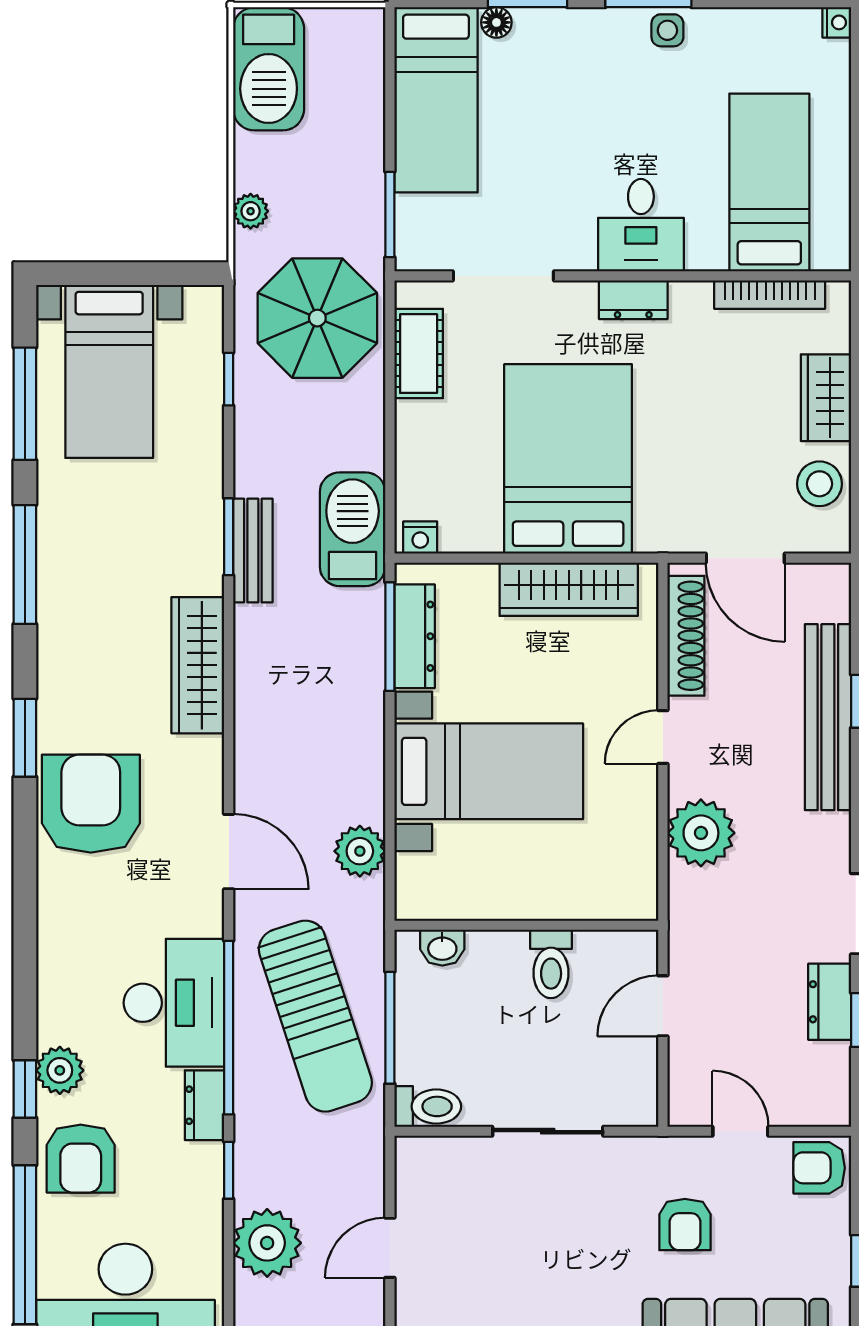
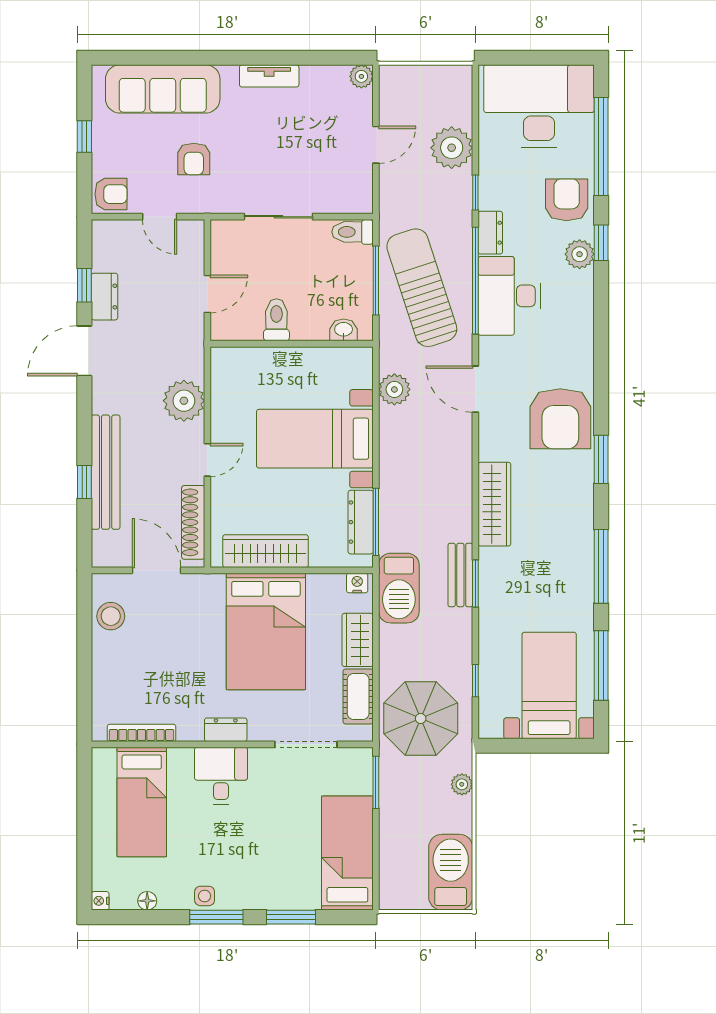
floor lamp: (496, 22) -> (147, 901), moved
wardrobe: (826, 398) -> (358, 640), moved, turned 180
armchair: (685, 1224) -> (194, 159), turned 180

